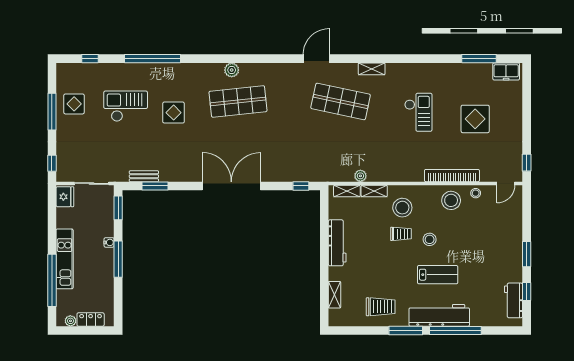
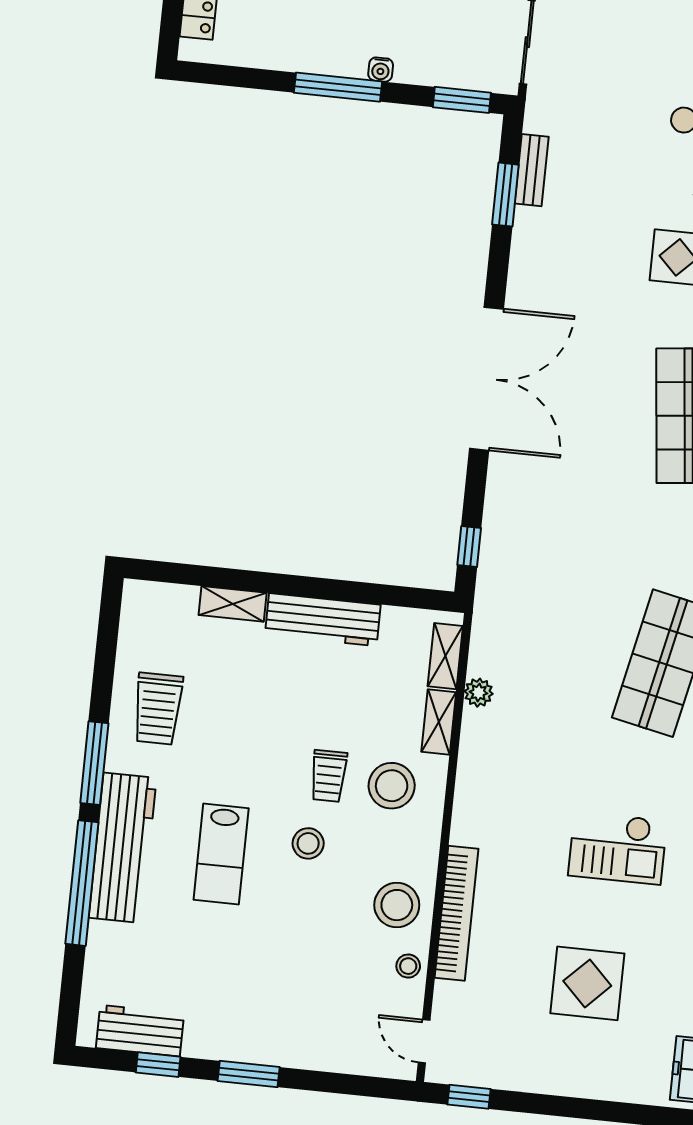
shelving: (335, 295) -> (233, 604), moved

